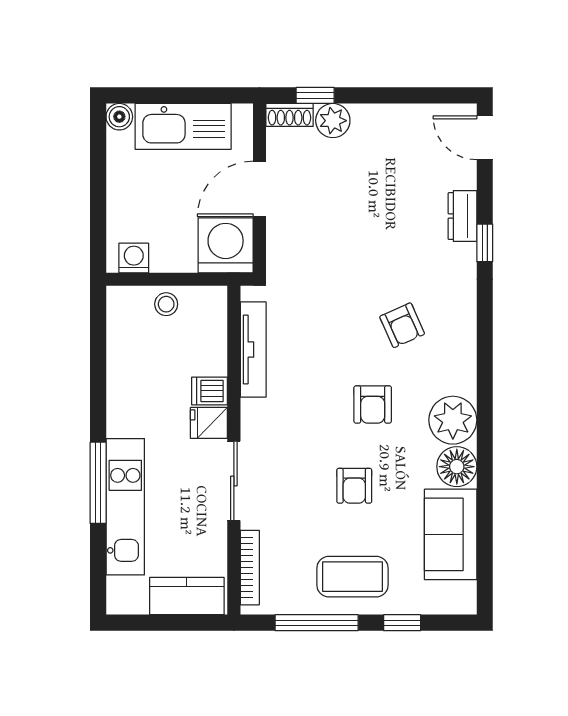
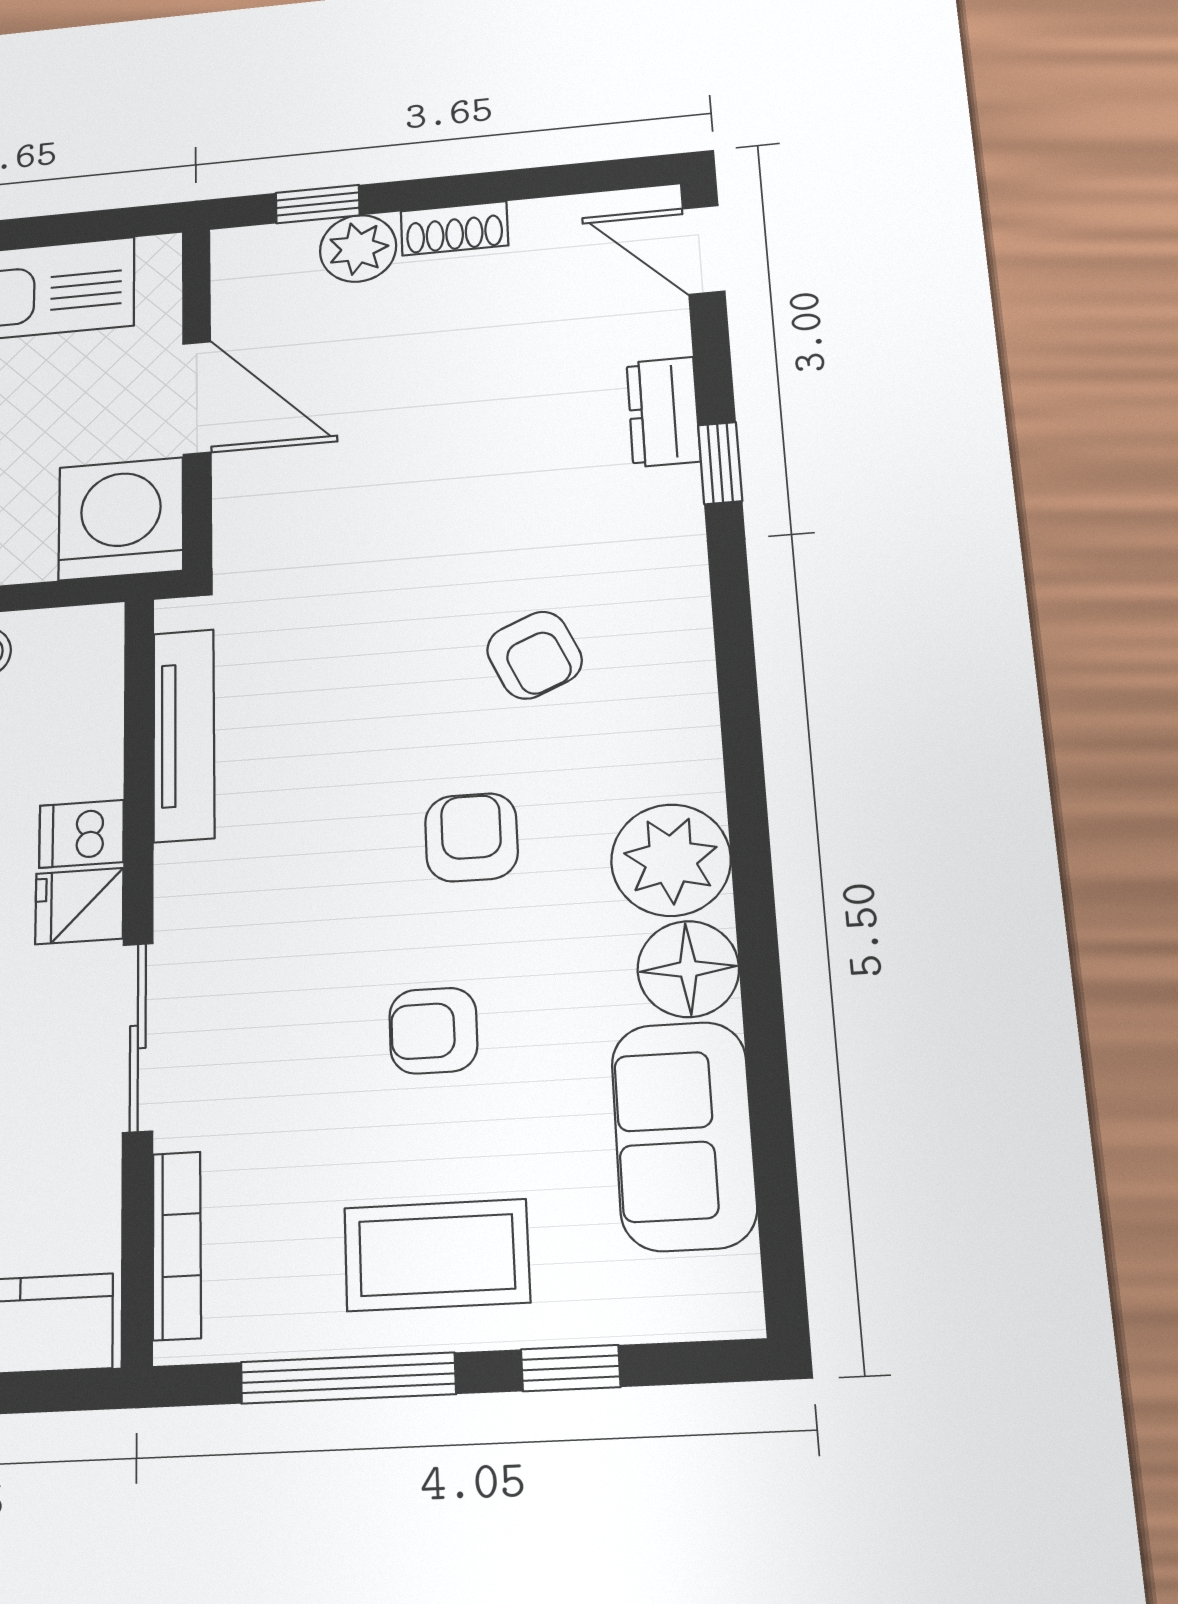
shoe rack: (290, 115) -> (454, 228), moved
door: (259, 189) -> (197, 398), swing flipped
armchair: (373, 404) -> (471, 837), turned 180
armchair: (354, 486) -> (433, 1031), turned 90

